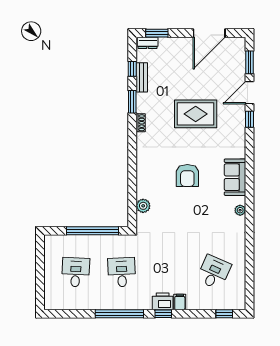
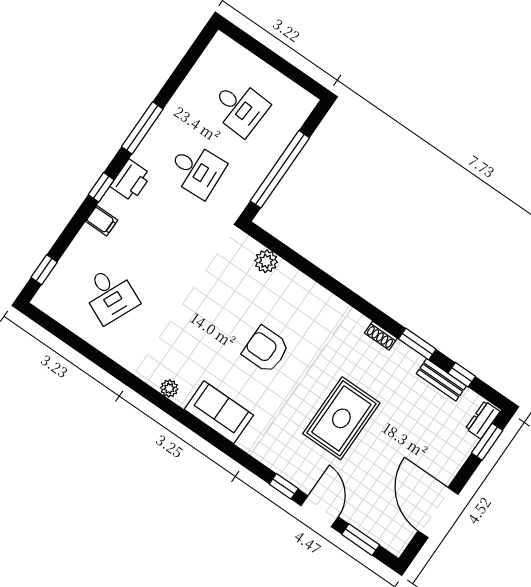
printer: (163, 301) -> (131, 180), moved
window: (119, 314) -> (142, 128), width x0.68

